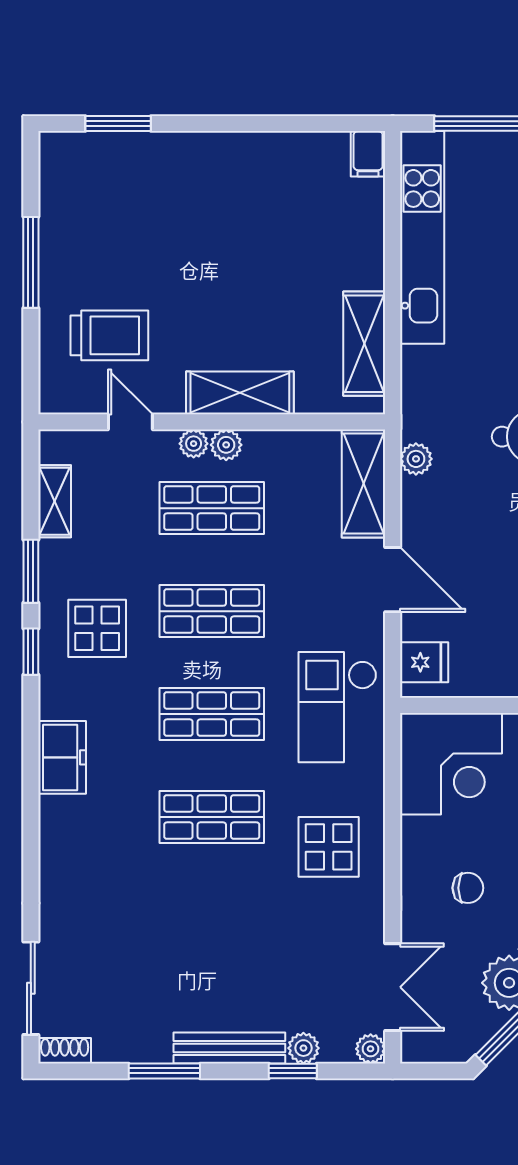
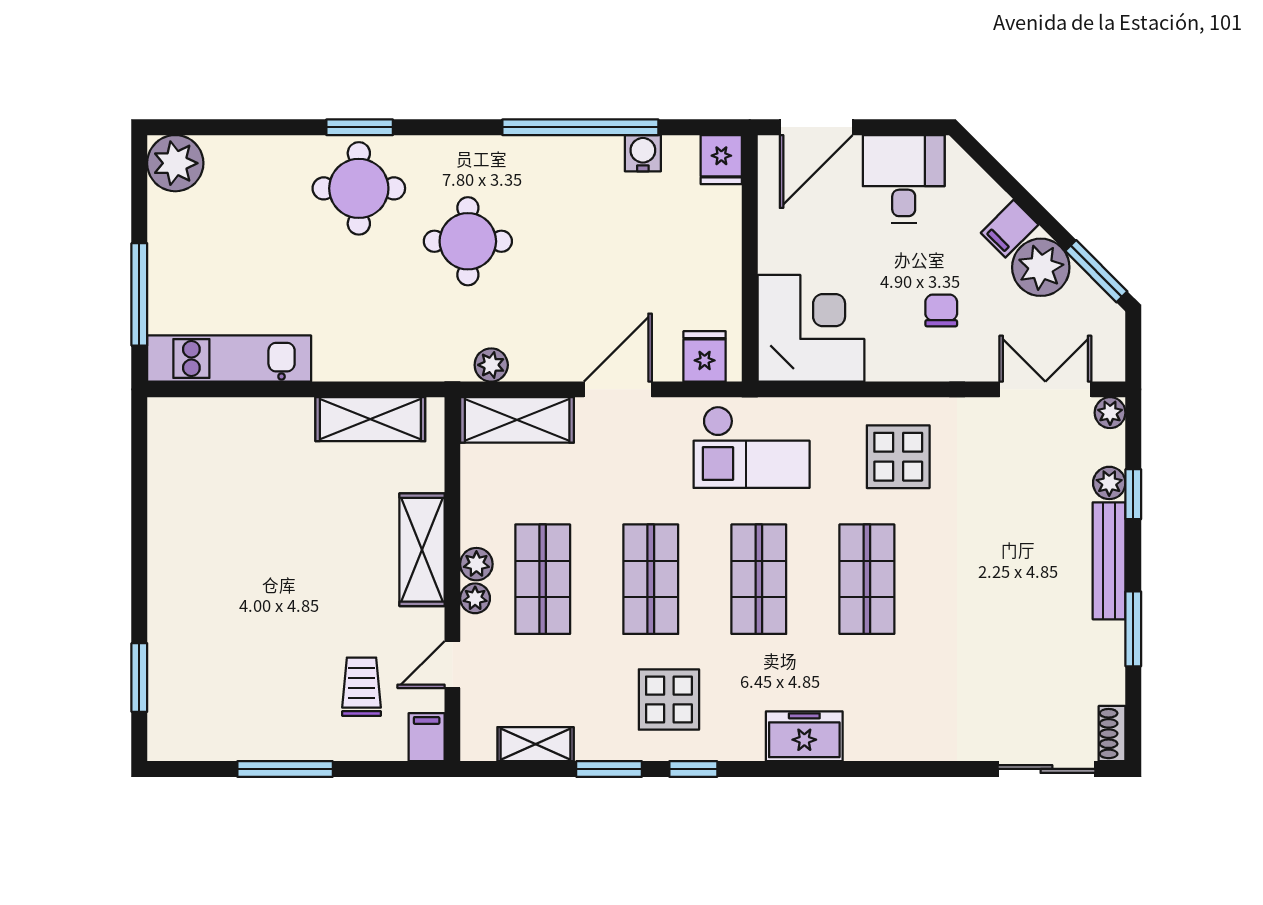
filing cabinet: (368, 154) -> (427, 737), moved, turned -90
kitchen unit: (422, 237) -> (229, 359), width x0.73
trolley: (109, 335) -> (362, 687), width x0.73, depth x0.72

